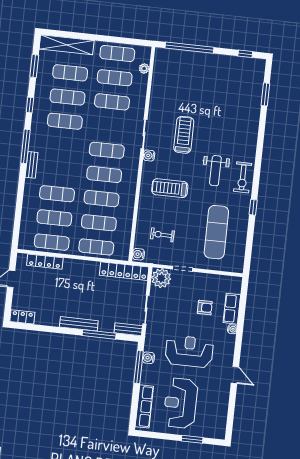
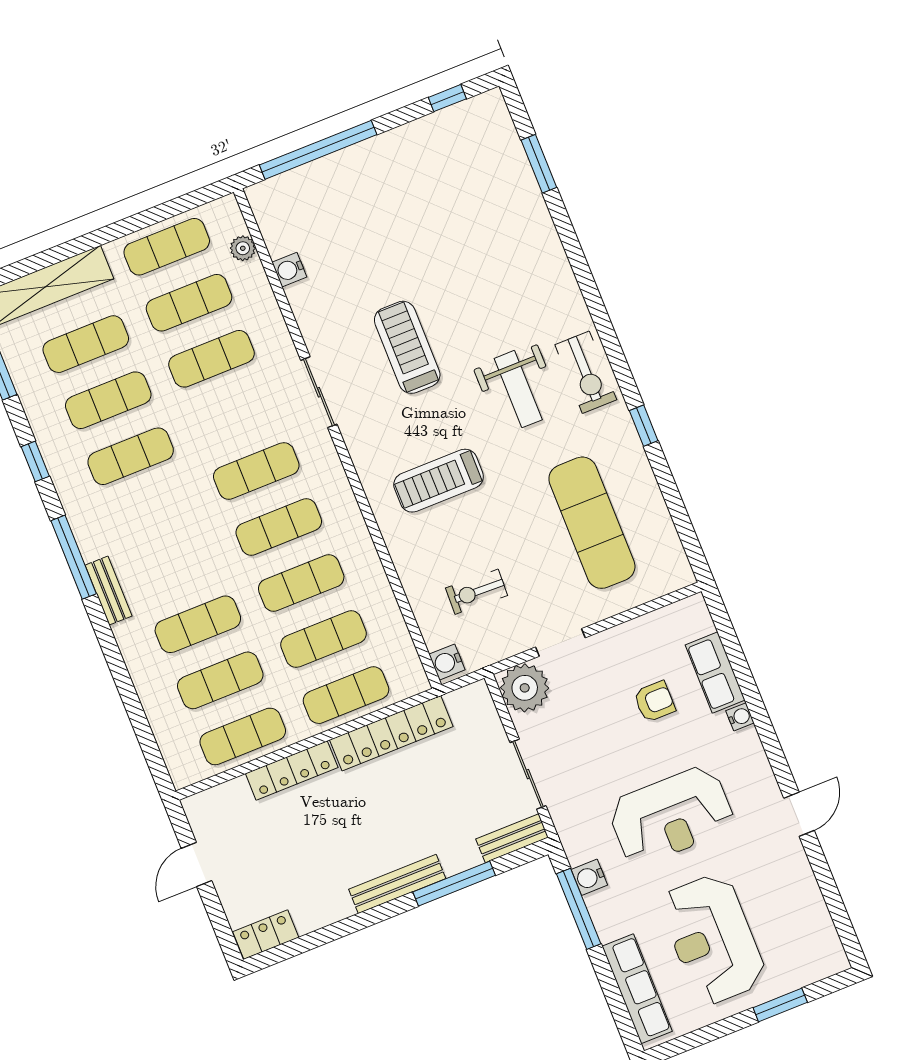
water cooler: (149, 155) -> (289, 270), moved
locker: (45, 262) -> (292, 771), moved
locker: (124, 271) -> (391, 733), moved
reception desk: (189, 351) -> (671, 816), turned 180
door: (235, 375) -> (799, 814), hinge flipped

